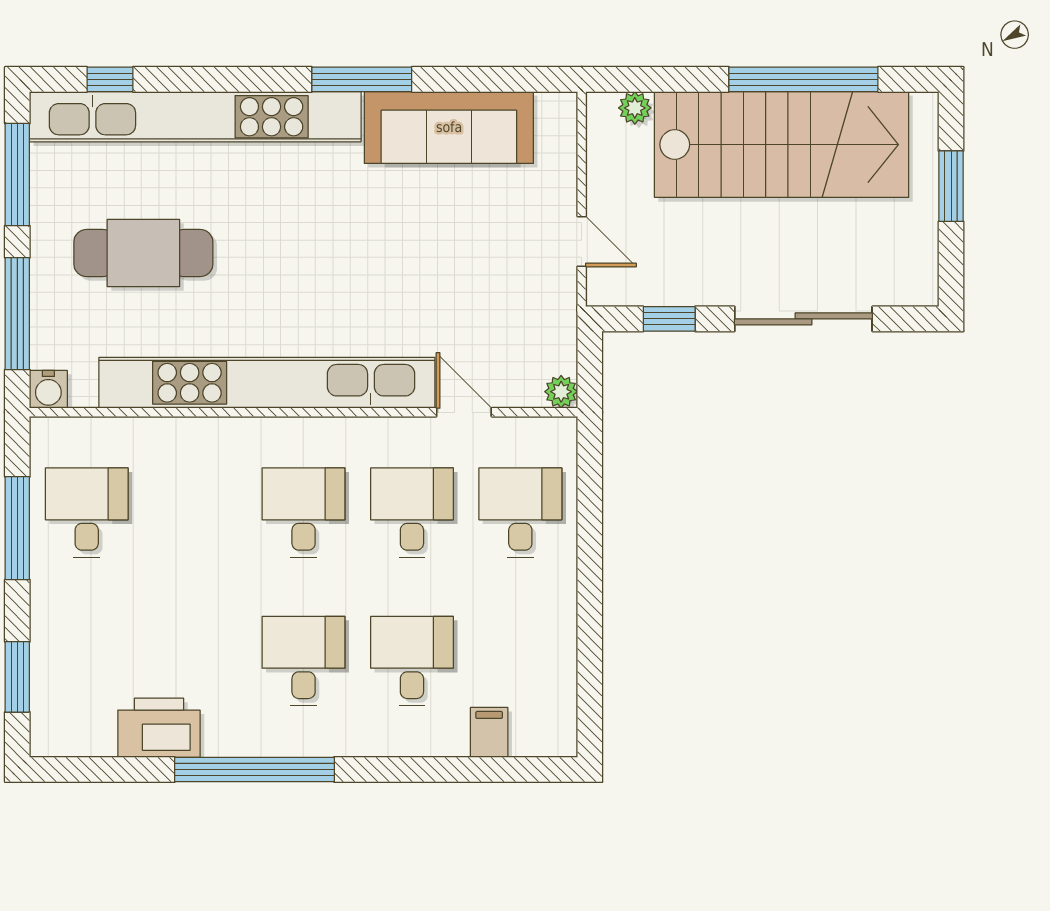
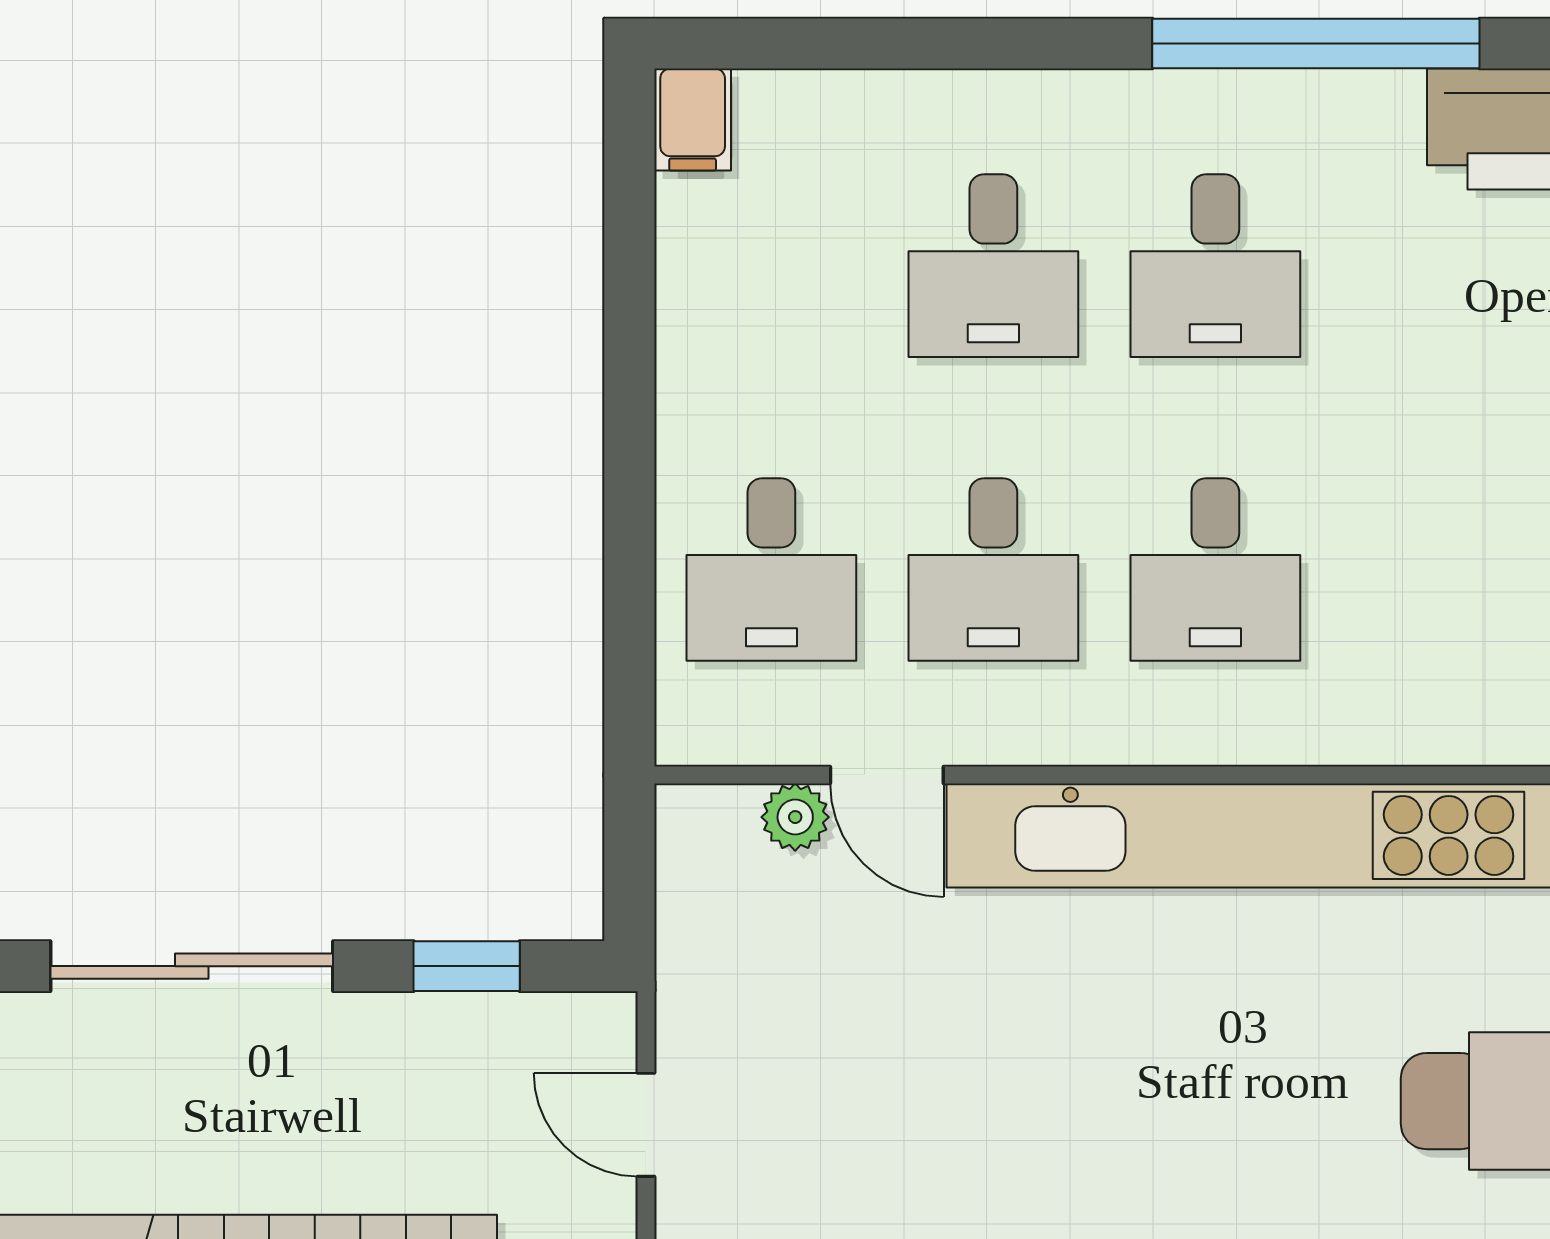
plant: (561, 392) -> (795, 817), moved
filing cabinet: (489, 732) -> (693, 120), moved

